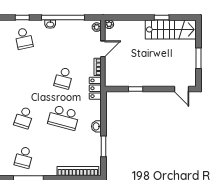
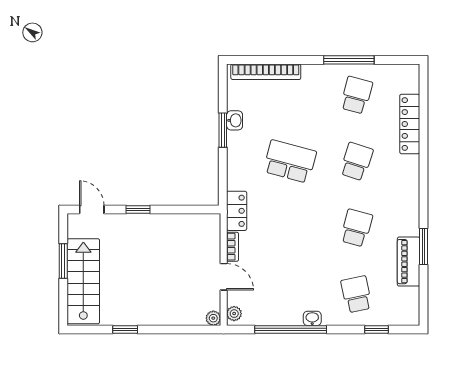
window: (22, 17) -> (377, 330), moved
stairs: (171, 29) -> (83, 281), moved, turned 90
door: (103, 49) -> (224, 277), swing flipped
school desk: (64, 78) -> (356, 228), moved
window: (136, 89) -> (138, 209), moved
washbasin: (96, 126) -> (235, 120), moved
window: (103, 146) -> (223, 130), moved

